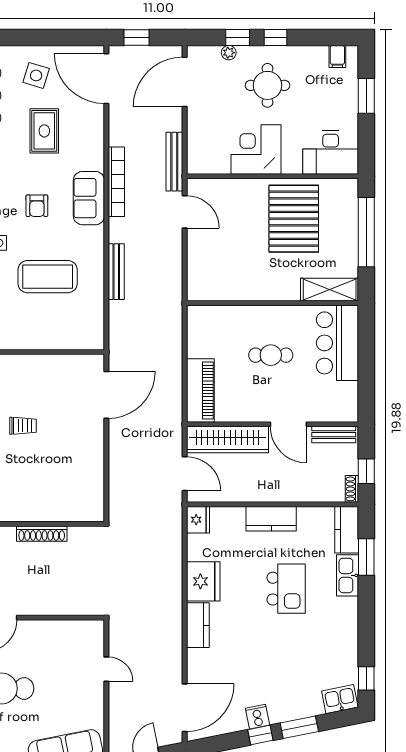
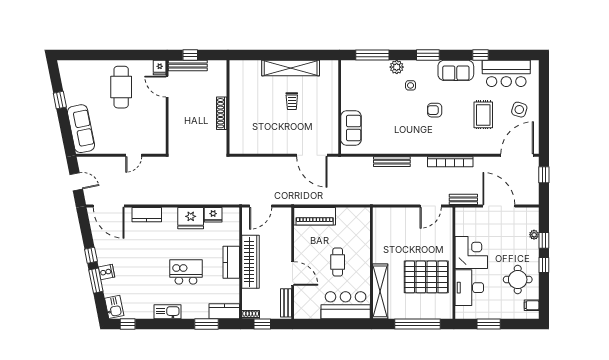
door: (185, 82) -> (499, 206), moved
round table: (267, 85) -> (518, 280), moved
window: (366, 96) -> (489, 324), moved
rug: (44, 131) -> (483, 115), turned 90
desk: (331, 152) -> (469, 288), moved
bench: (174, 162) -> (463, 199), width x0.73
sofa: (89, 198) -> (351, 128), moved, turned 90
coffee table: (48, 277) -> (389, 117), removed
shelving: (330, 290) -> (380, 291), width x1.47
door: (288, 424) -> (293, 273), swing flipped
wardrobe: (227, 440) -> (251, 262), moved, turned 180
fridge: (198, 520) -> (213, 215), moved
kitchen sink: (347, 575) -> (168, 312), moved
kitchen island: (286, 589) -> (186, 272), turned 180
kitchen counter: (198, 625) -> (147, 215), moved
cooker: (257, 717) -> (107, 272), moved

